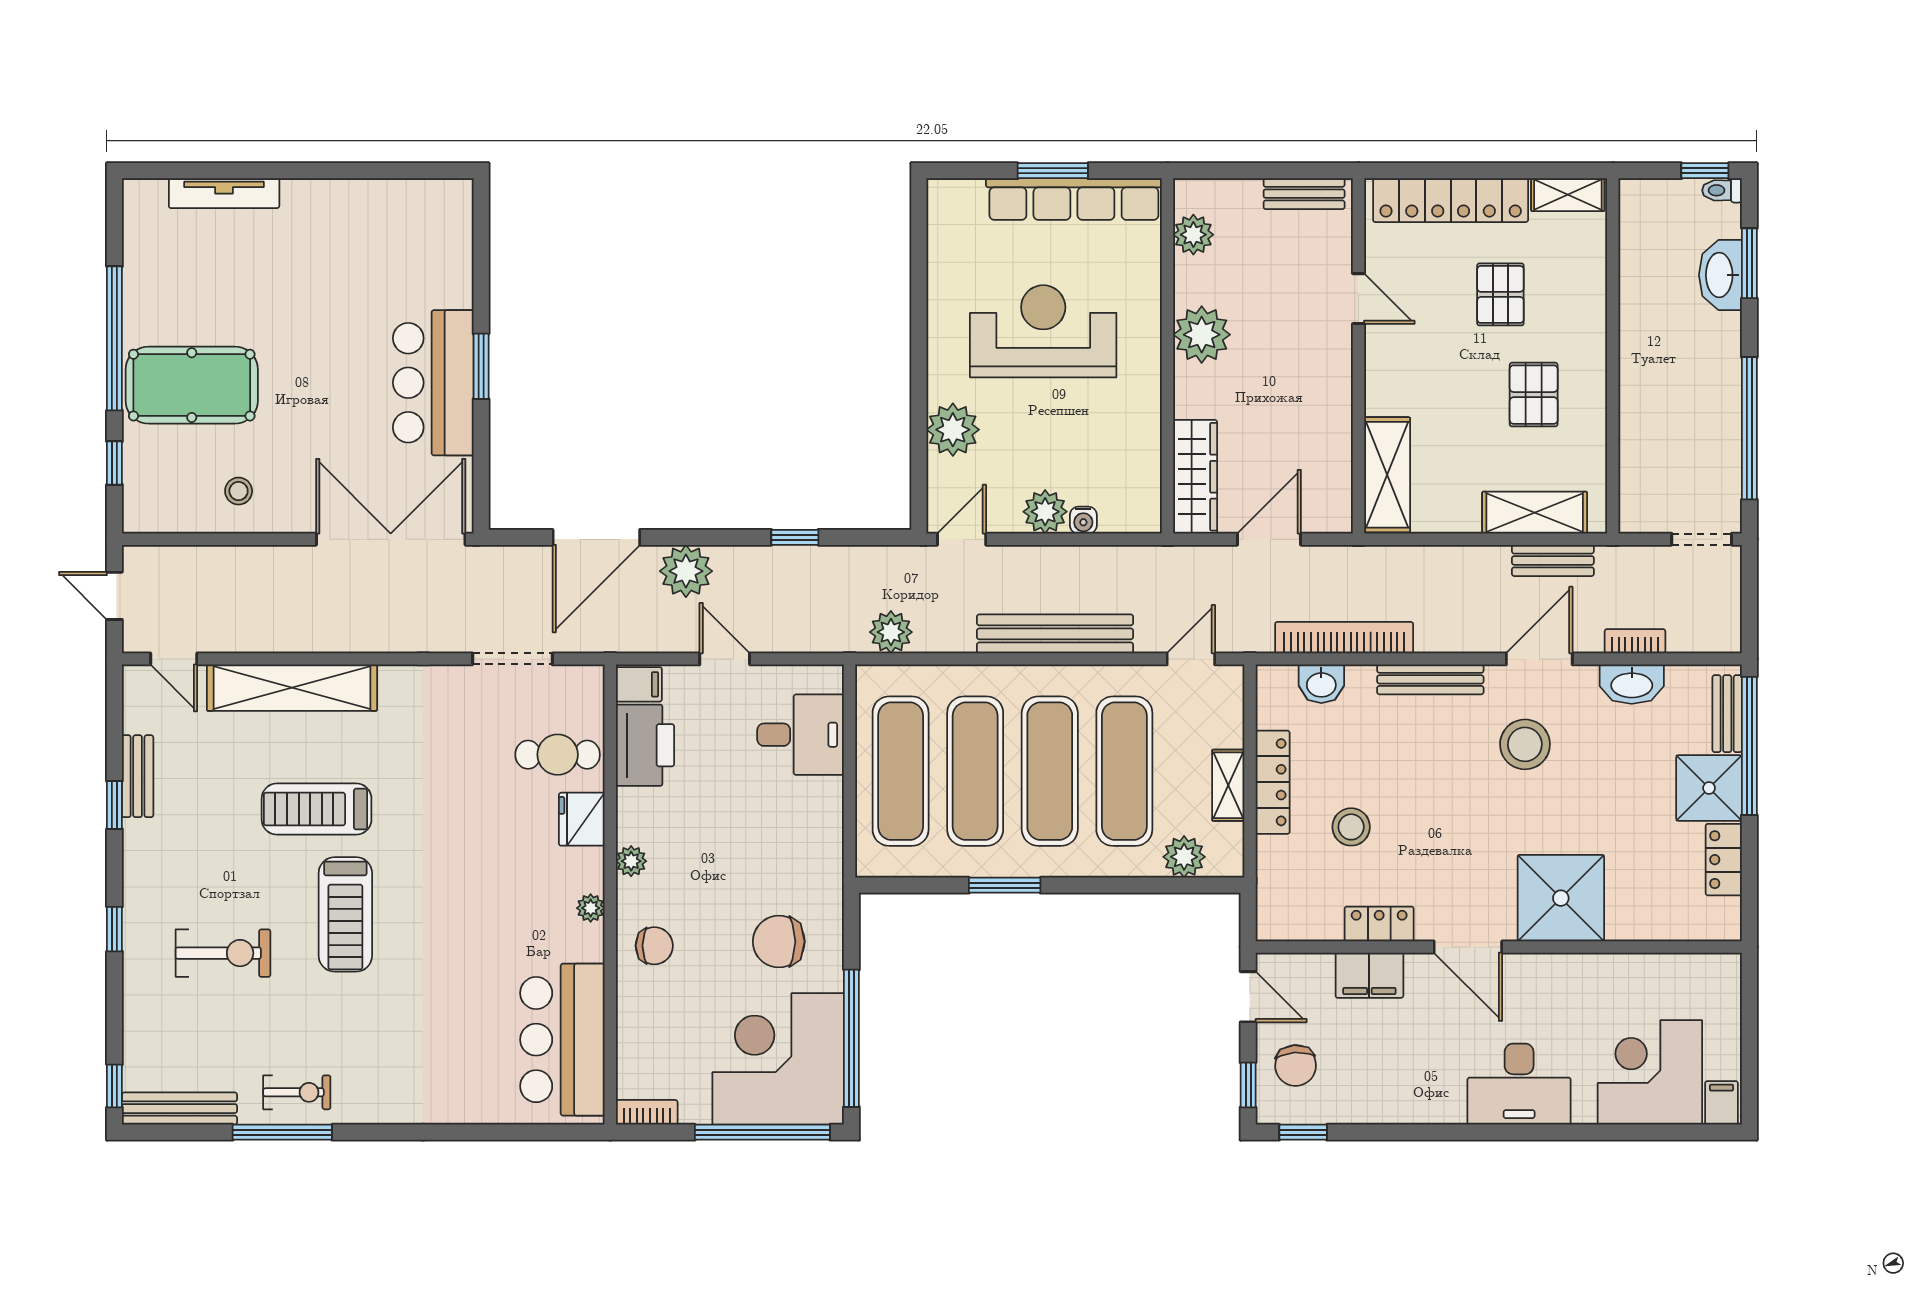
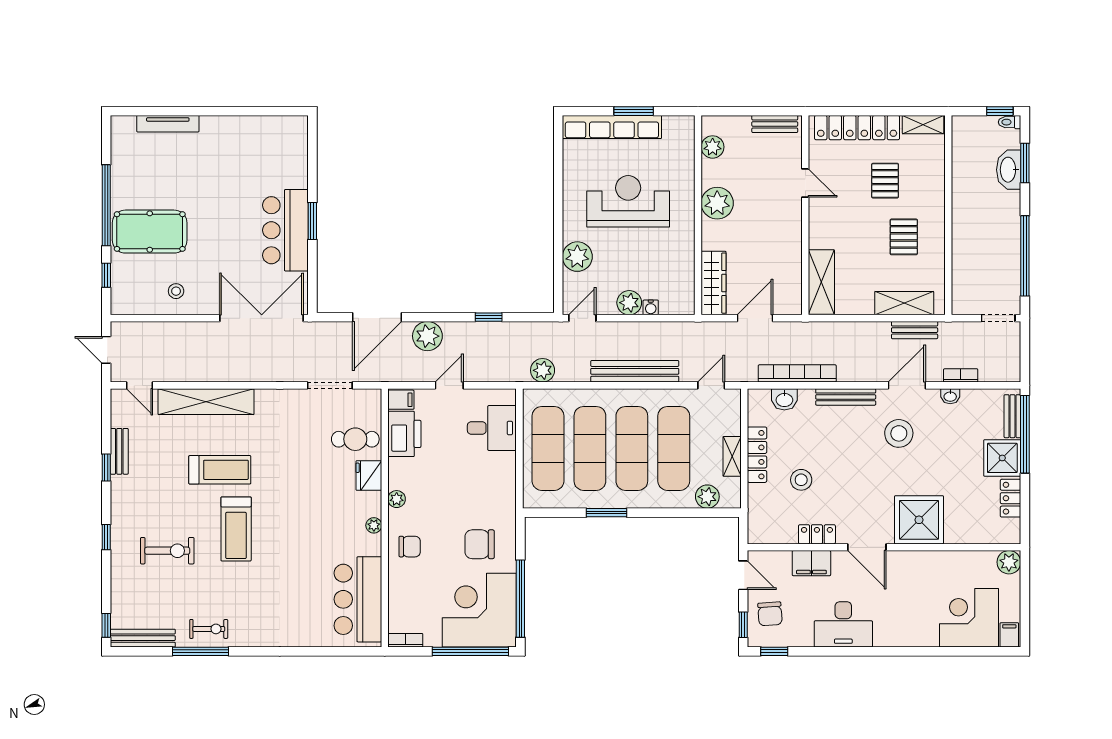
row of seats: (1074, 199) -> (612, 127), moved
door: (725, 659) -> (449, 385), hinge flipped
washbasin: (1632, 684) -> (950, 396), width x0.52, depth x0.69
treadmill: (317, 809) -> (220, 470), turned 180
plant: (1721, 974) -> (1009, 562), added
desk: (1519, 1084) -> (843, 624), moved

